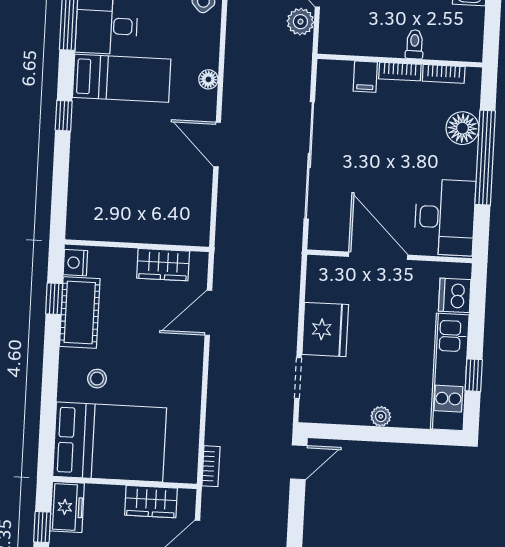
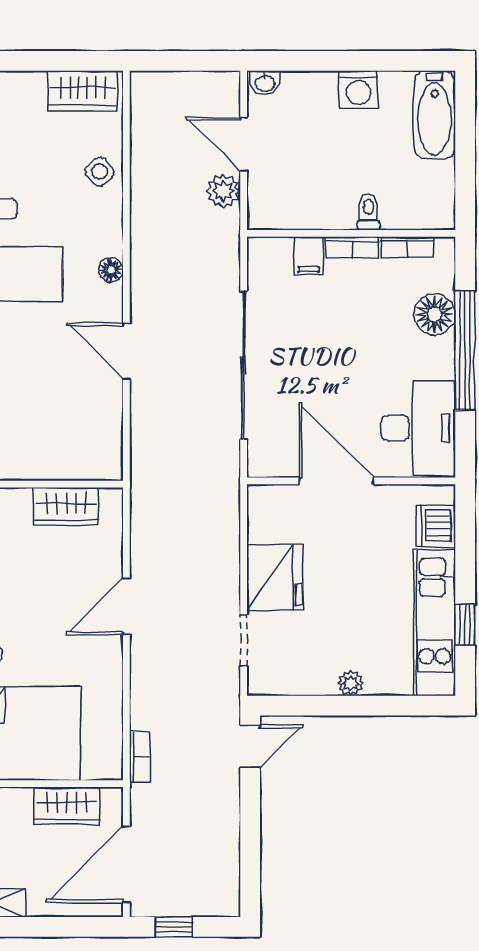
door: (208, 313) -> (126, 606), moved

